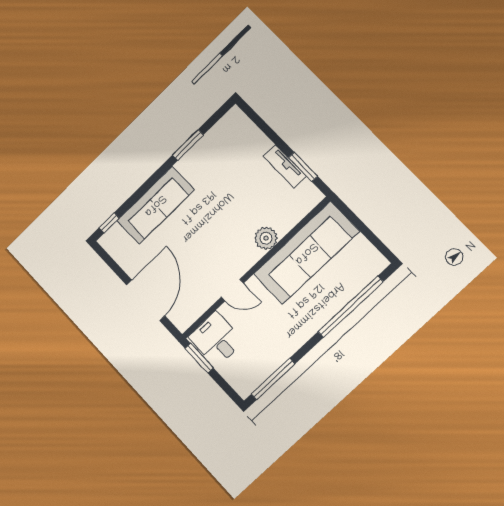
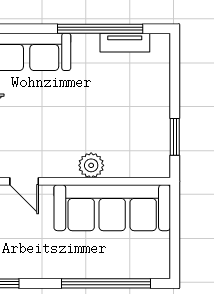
window: (188, 145) -> (100, 29), width x2.11
tv unit: (285, 166) -> (125, 43), moved, turned -90

